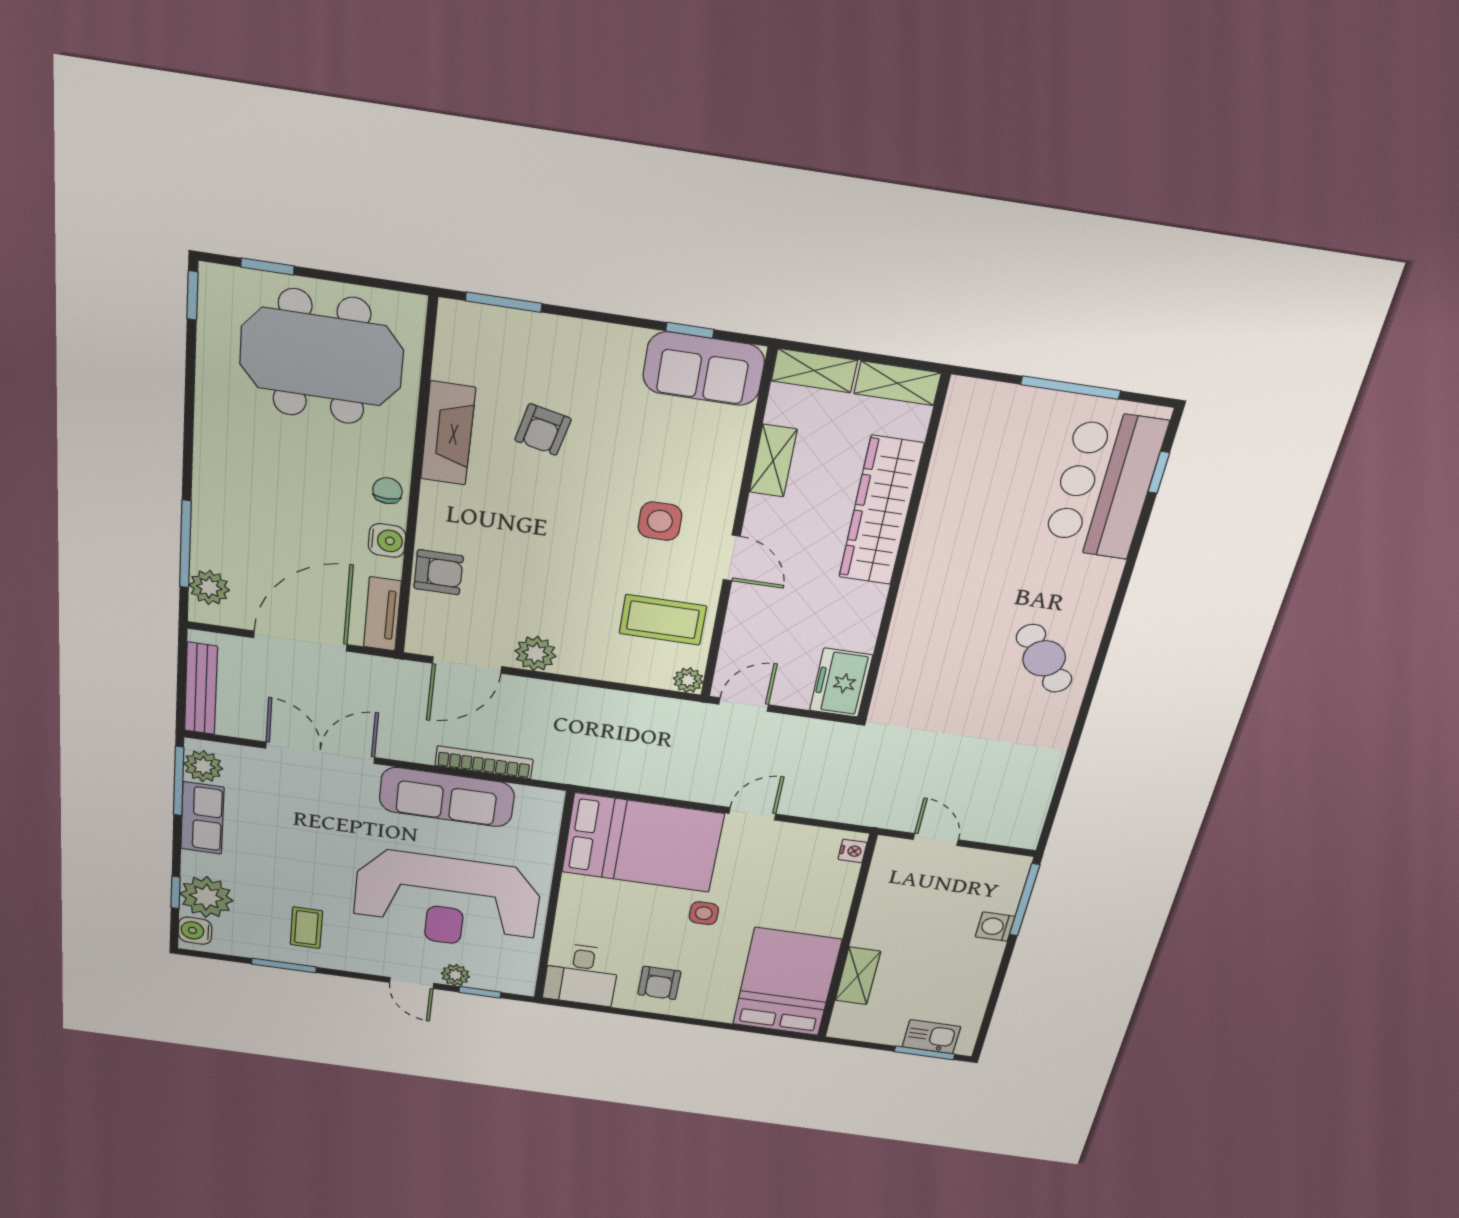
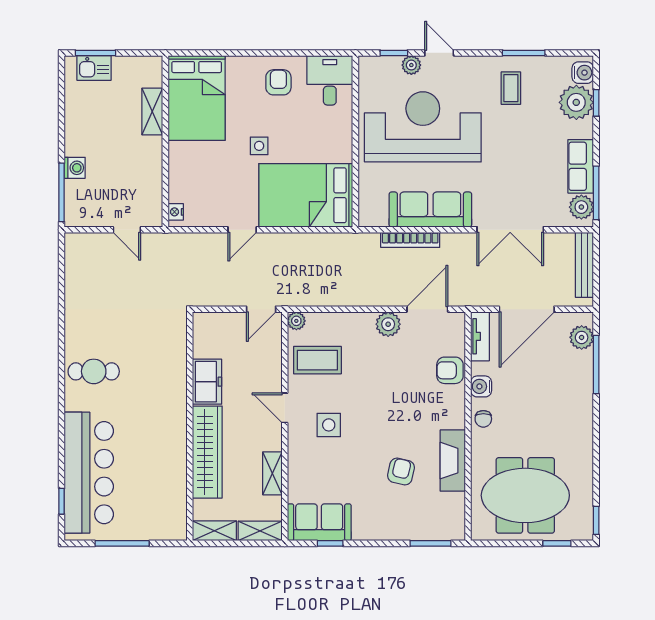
bar counter: (1105, 485) -> (89, 473), width x1.36
cafe table: (1044, 658) -> (94, 371), turned -51
freezer: (841, 683) -> (207, 382), moved

